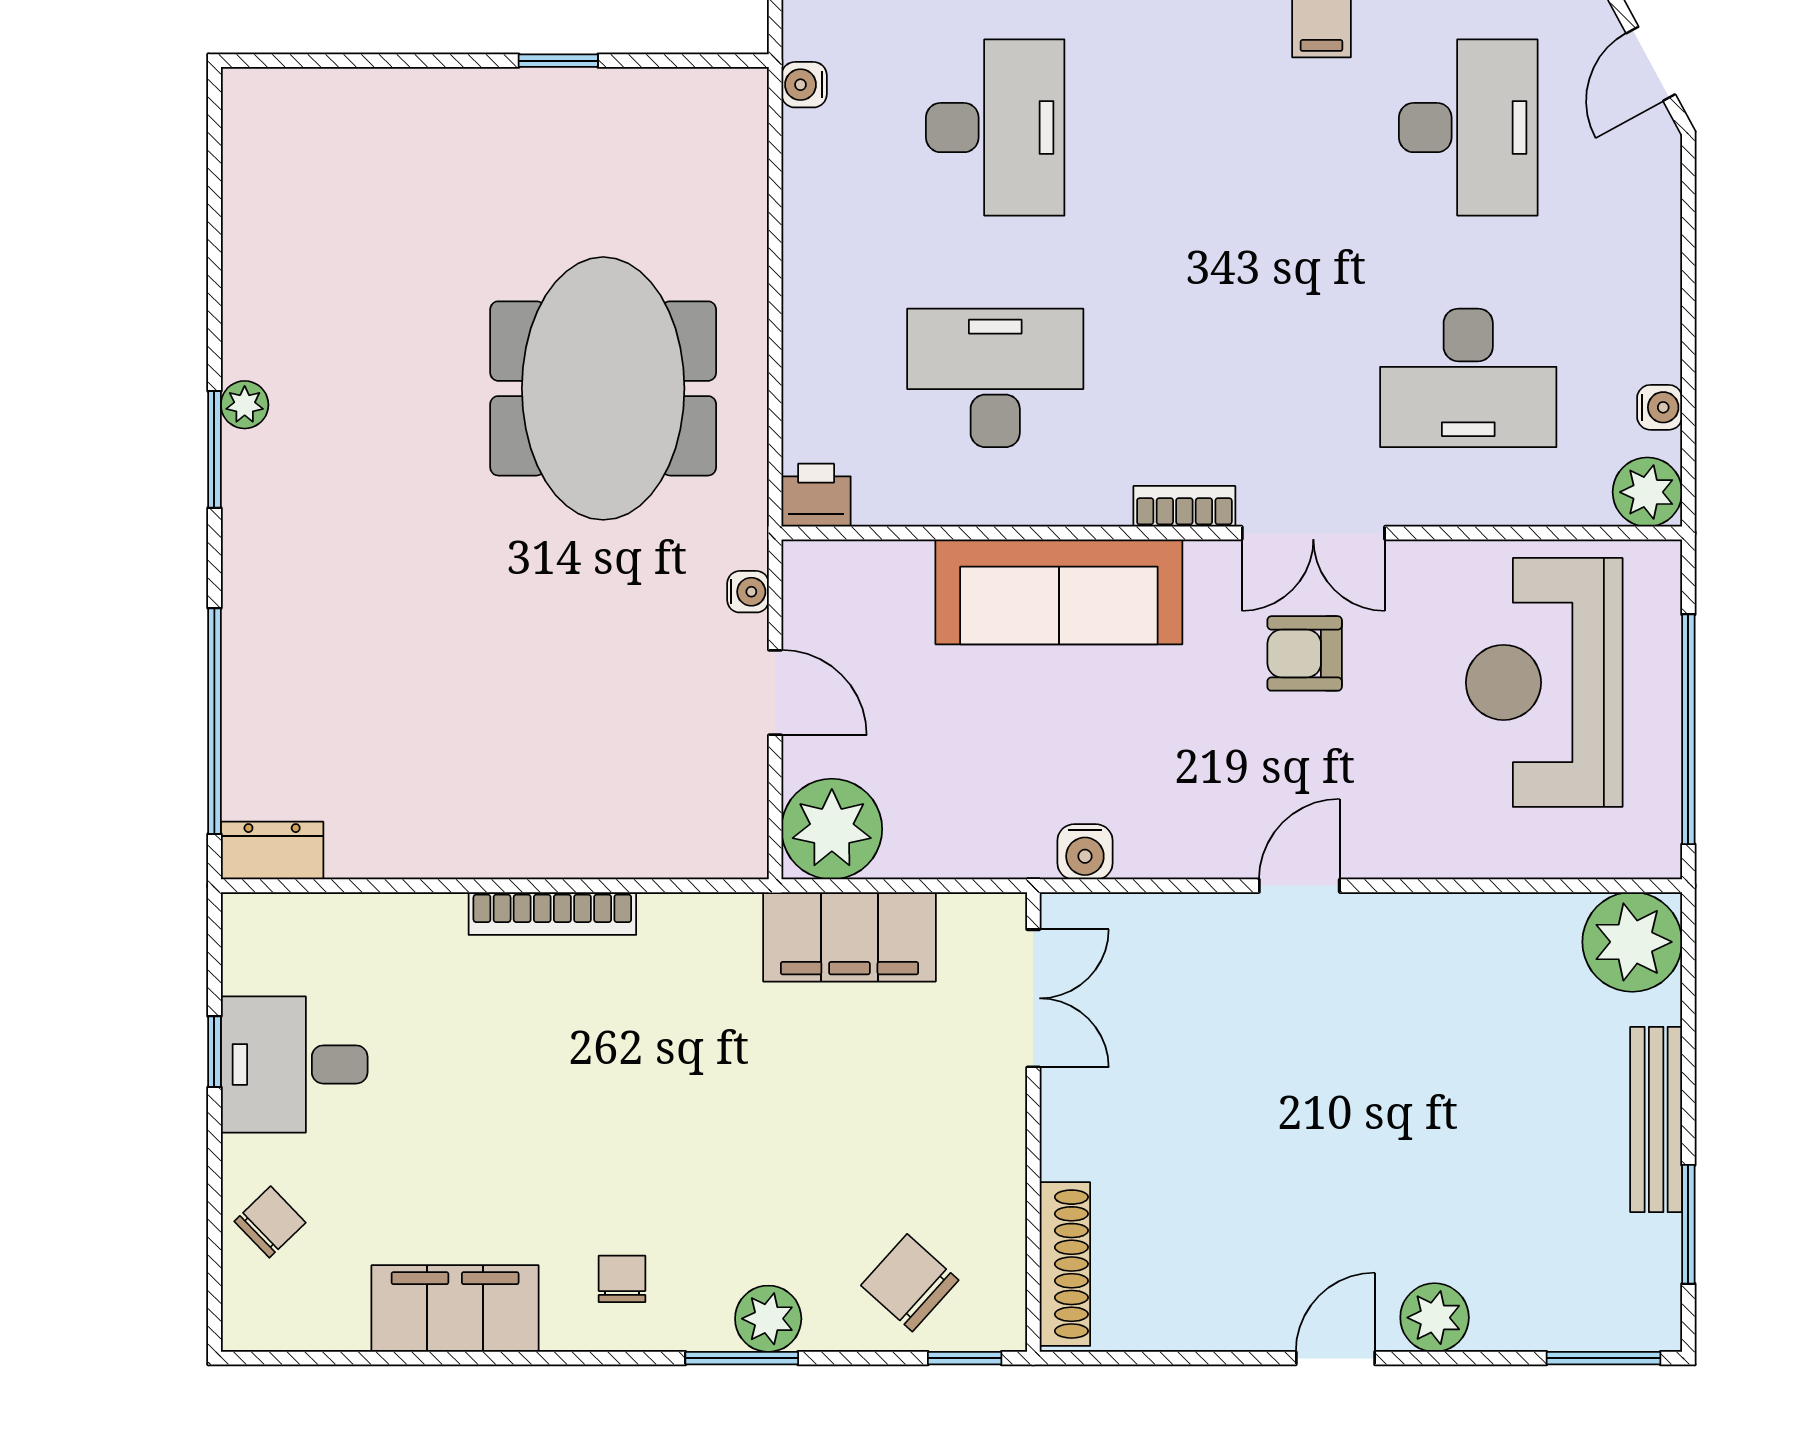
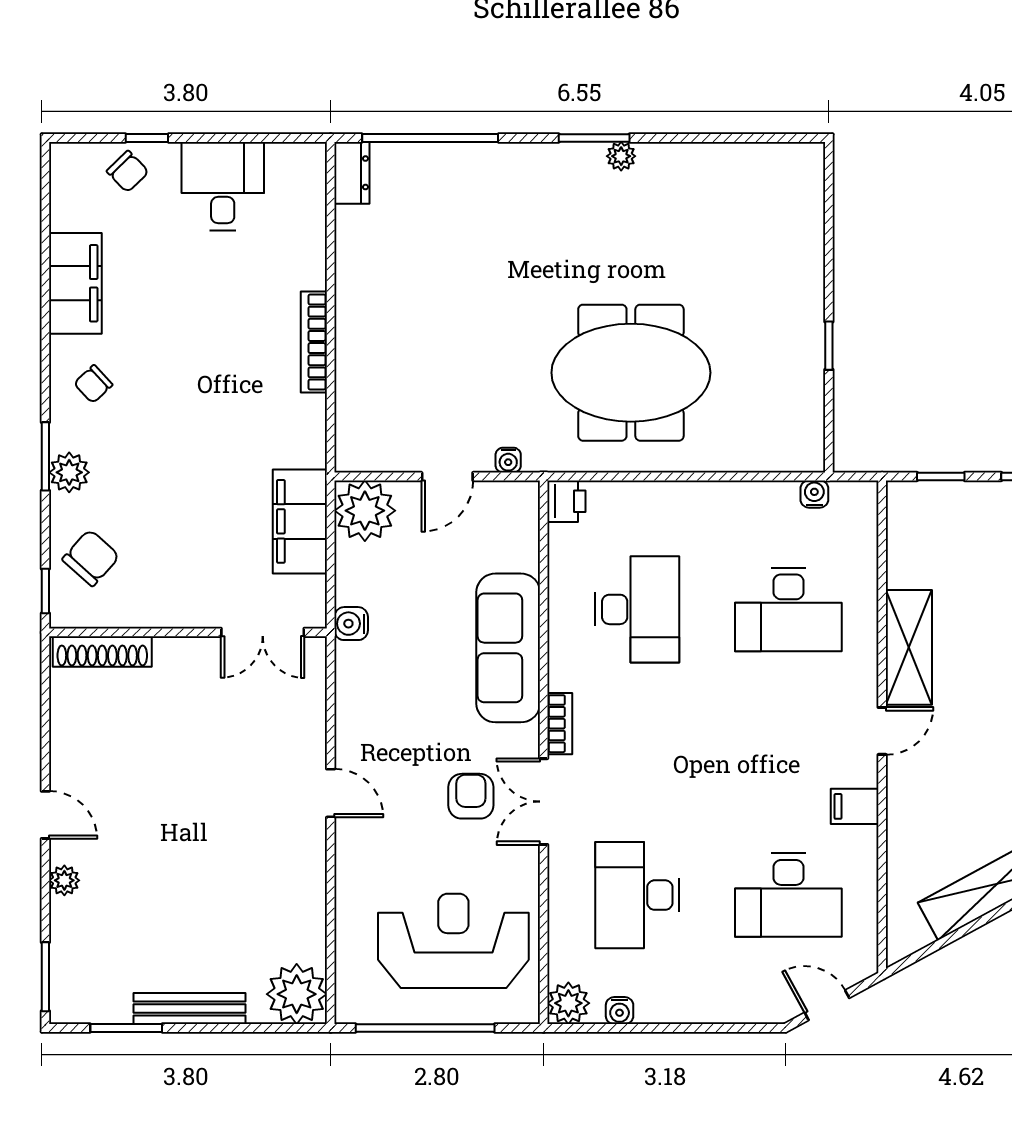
water cooler: (1085, 852) -> (351, 624), moved
window: (214, 1052) -> (147, 138), moved
chair: (622, 1279) -> (93, 384), turned 137
plant: (1435, 1318) -> (64, 880), width x0.73, depth x0.73

